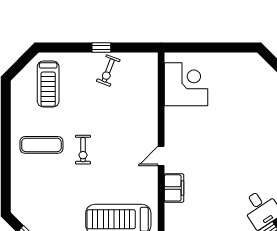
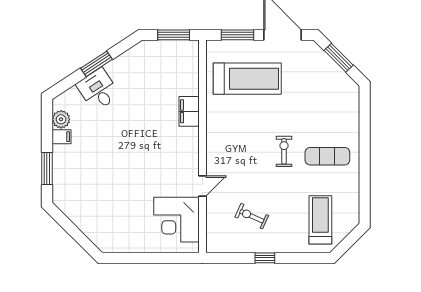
exercise bike: (108, 71) -> (252, 216), moved, turned -87
door: (161, 156) -> (202, 186), moved

